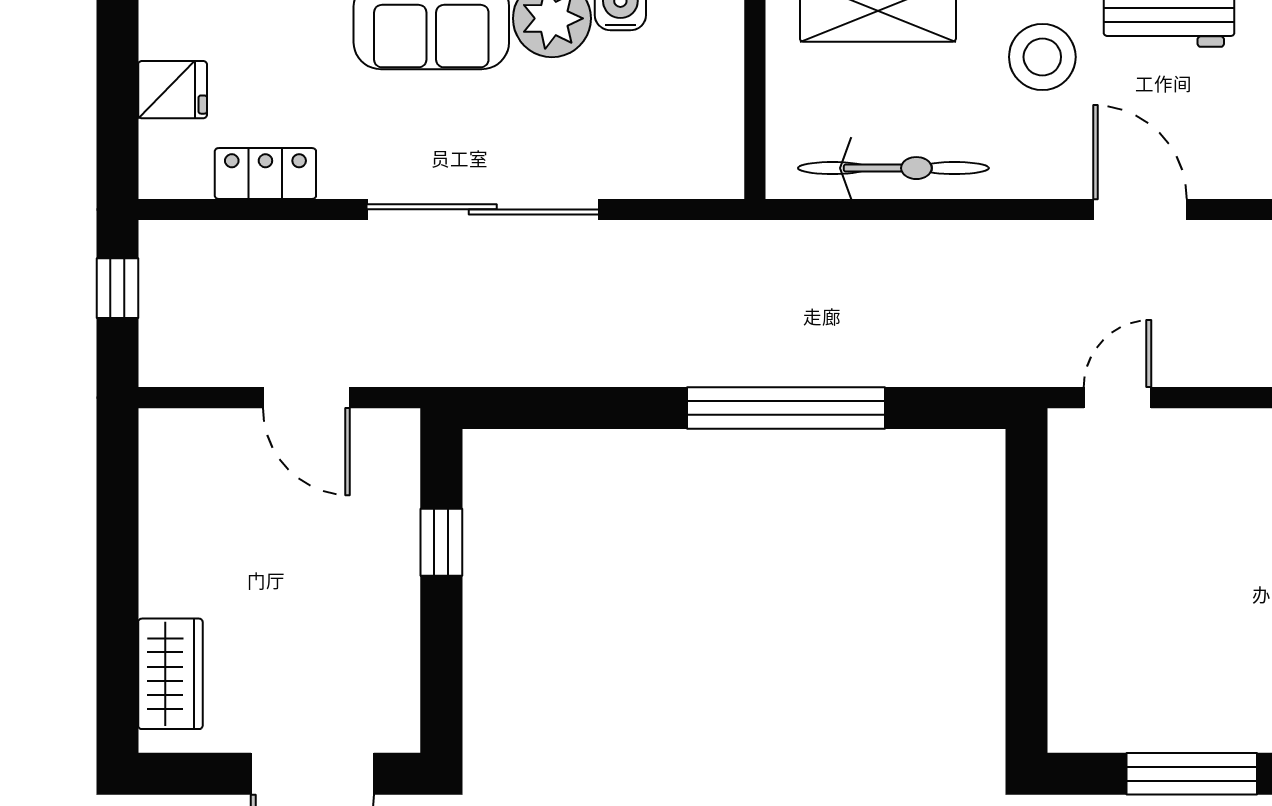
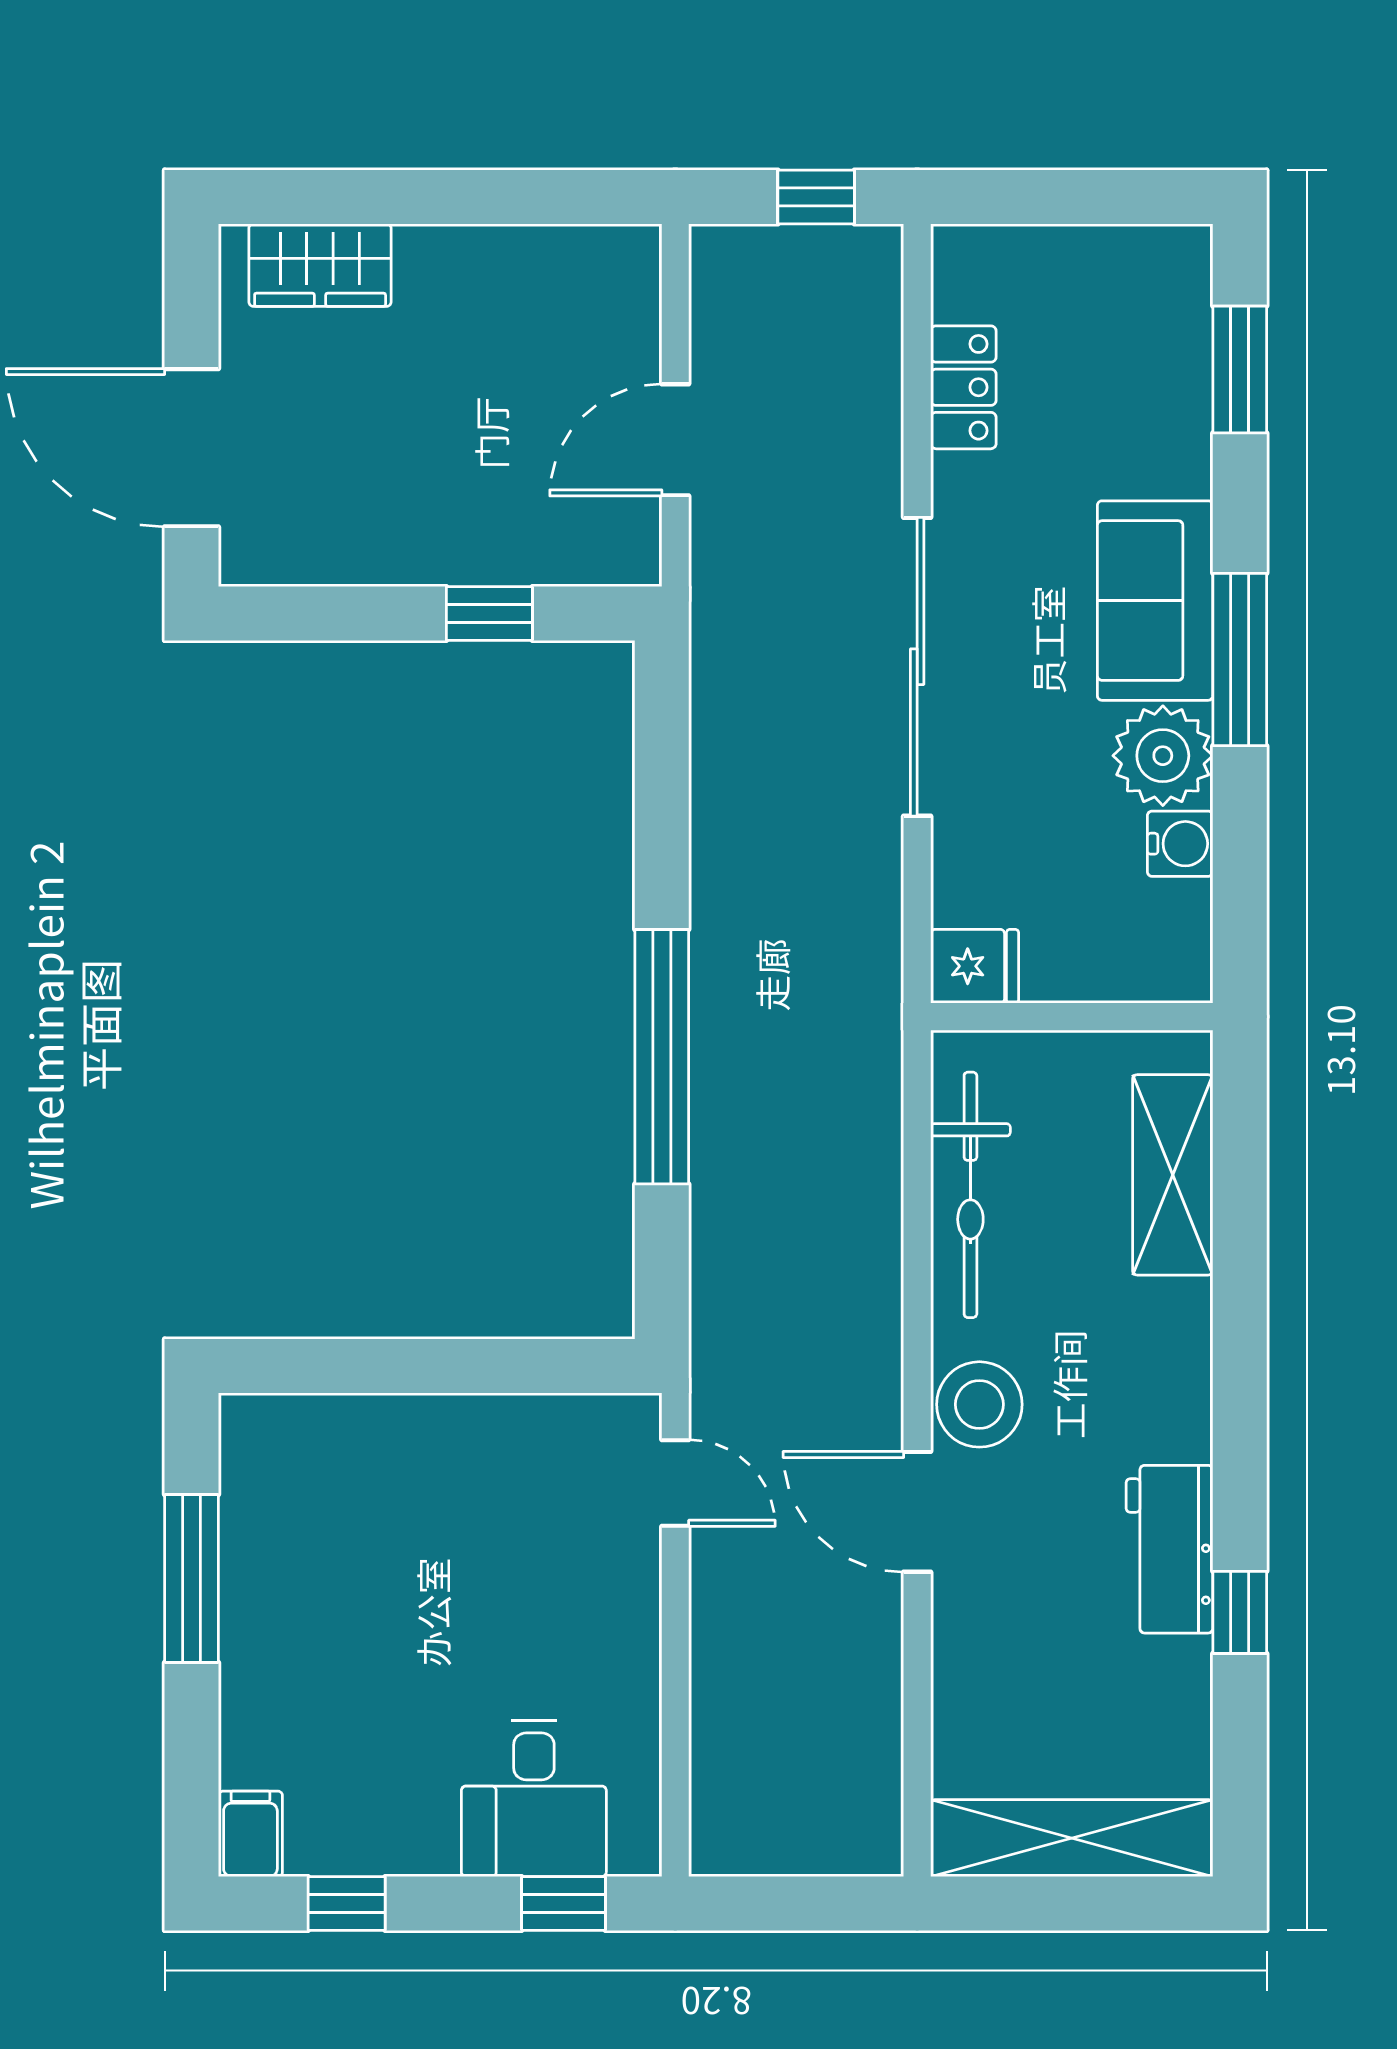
stool: (1042, 57) -> (979, 1404), moved
fridge: (173, 90) -> (975, 966), moved, turned -90
door: (1140, 209) -> (917, 1512), swing flipped

